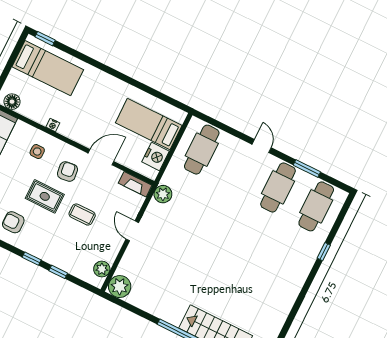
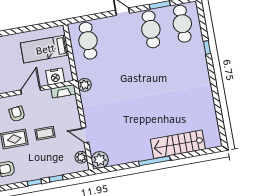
nightstand: (156, 156) -> (55, 77), moved, turned 90
door: (132, 231) -> (85, 135), moved

